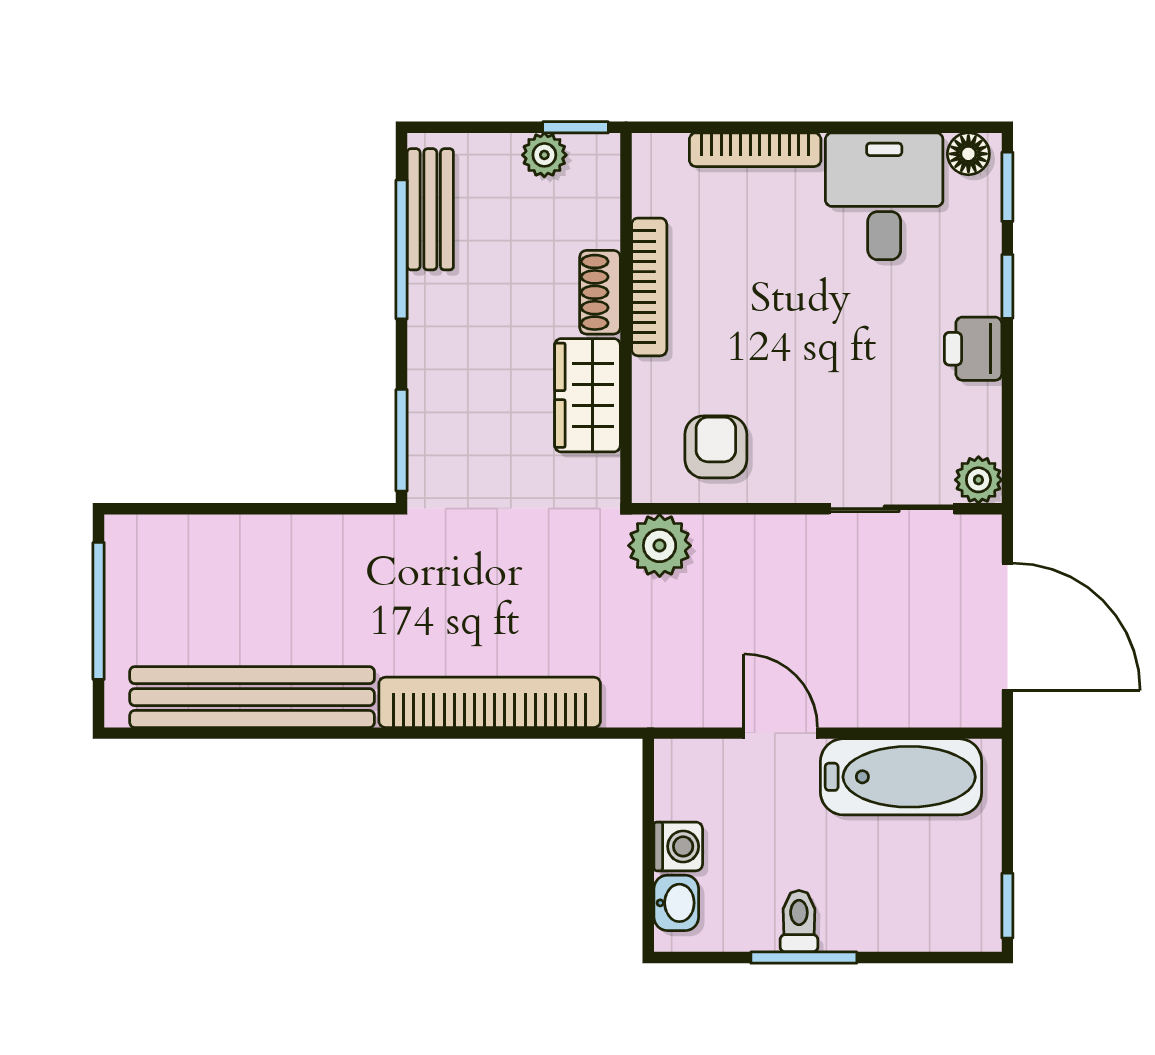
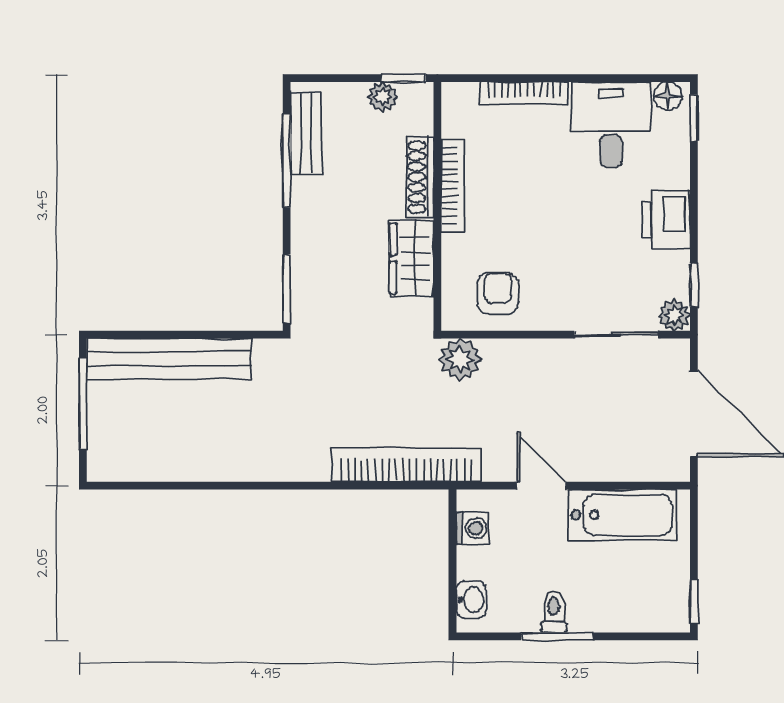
window: (1007, 286) -> (694, 285), moved
shoe rack: (600, 292) -> (420, 177), width x1.43
printer: (973, 349) -> (666, 219), width x1.36, depth x1.24
bench: (252, 697) -> (169, 359), moved
bookcase: (490, 702) -> (406, 465), moved
washing machine: (678, 846) -> (473, 528), moved

